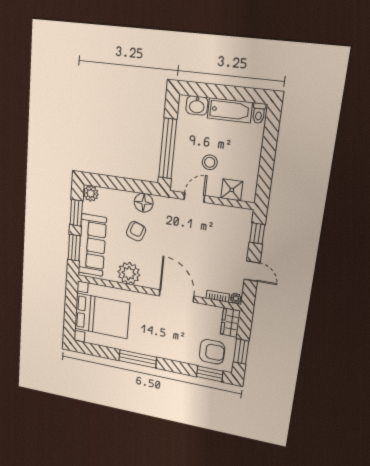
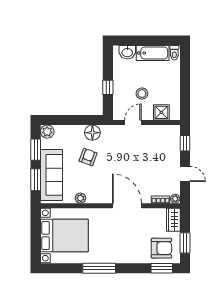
window: (168, 149) -> (108, 87), width x0.32
plant: (129, 273) -> (80, 198), width x0.53, depth x0.53

